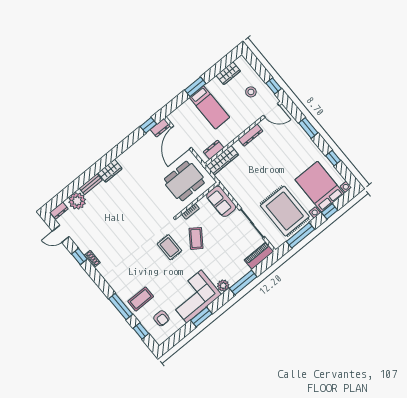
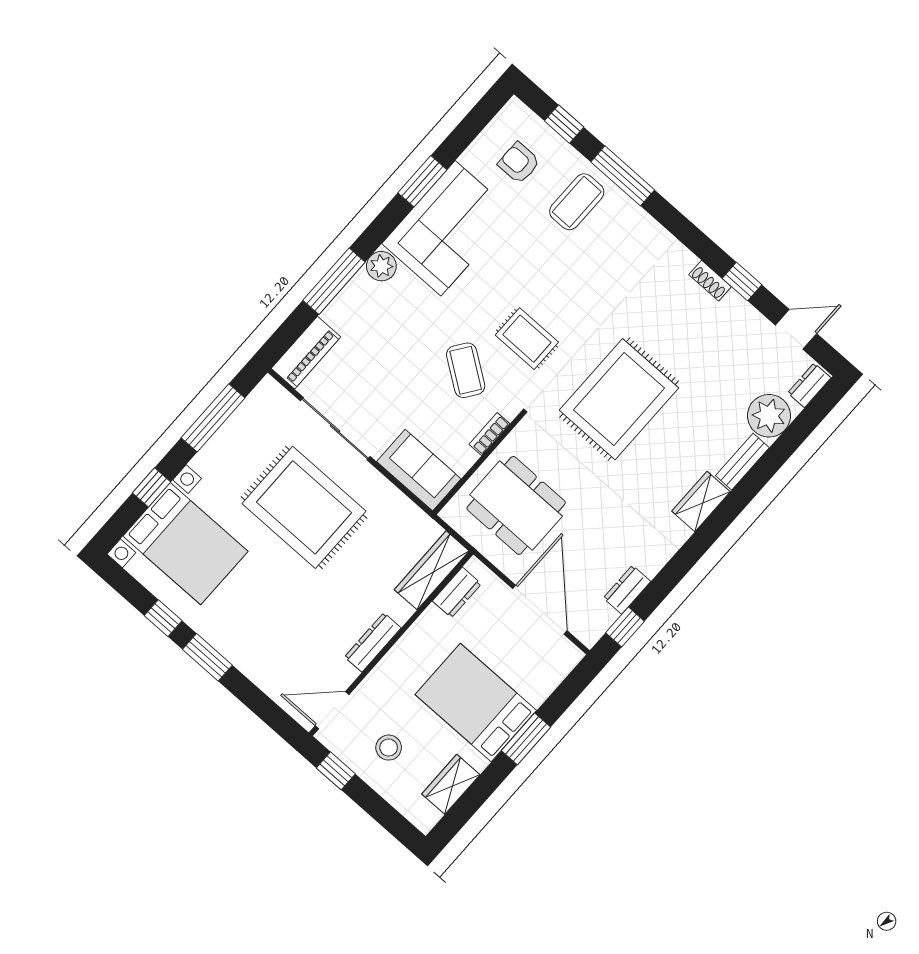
bed: (209, 107) -> (476, 702), width x1.50
dresser: (160, 128) -> (627, 590), moved
window: (308, 128) -> (207, 657), moved
dining table: (184, 181) -> (516, 505), turned 90
rug: (285, 211) -> (304, 507), moved
rug: (136, 217) -> (619, 399), added

